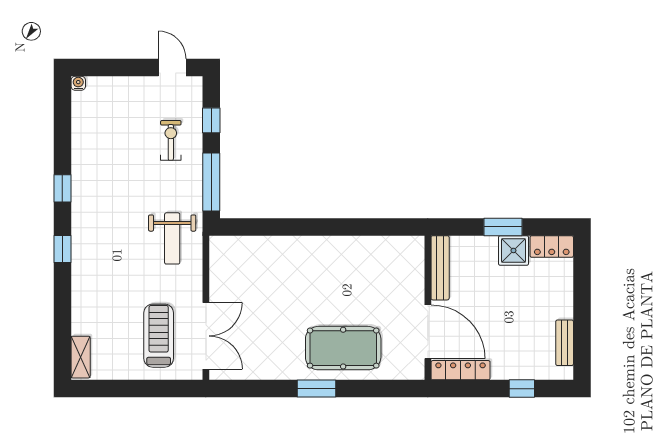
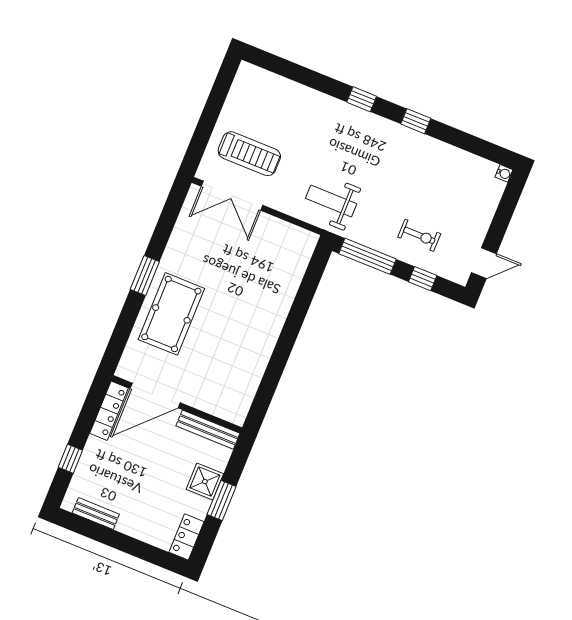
shower: (513, 250) -> (205, 481), moved
shelving: (81, 357) -> (259, 76), removed

